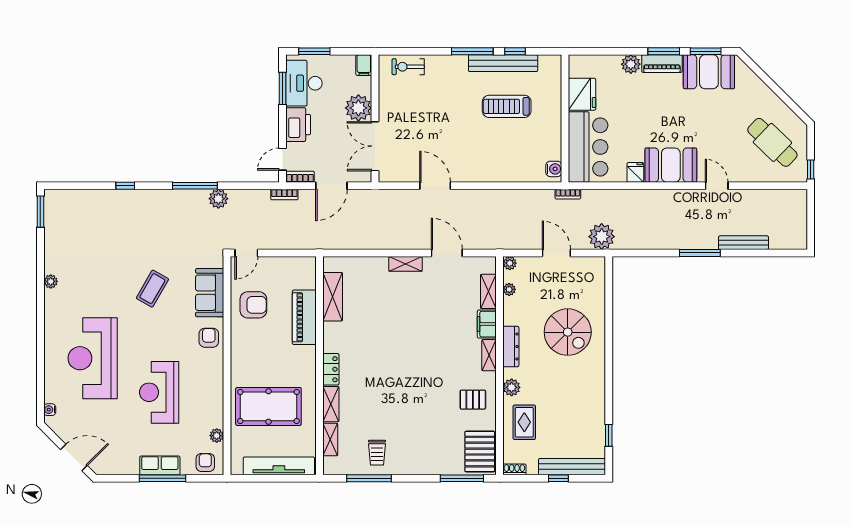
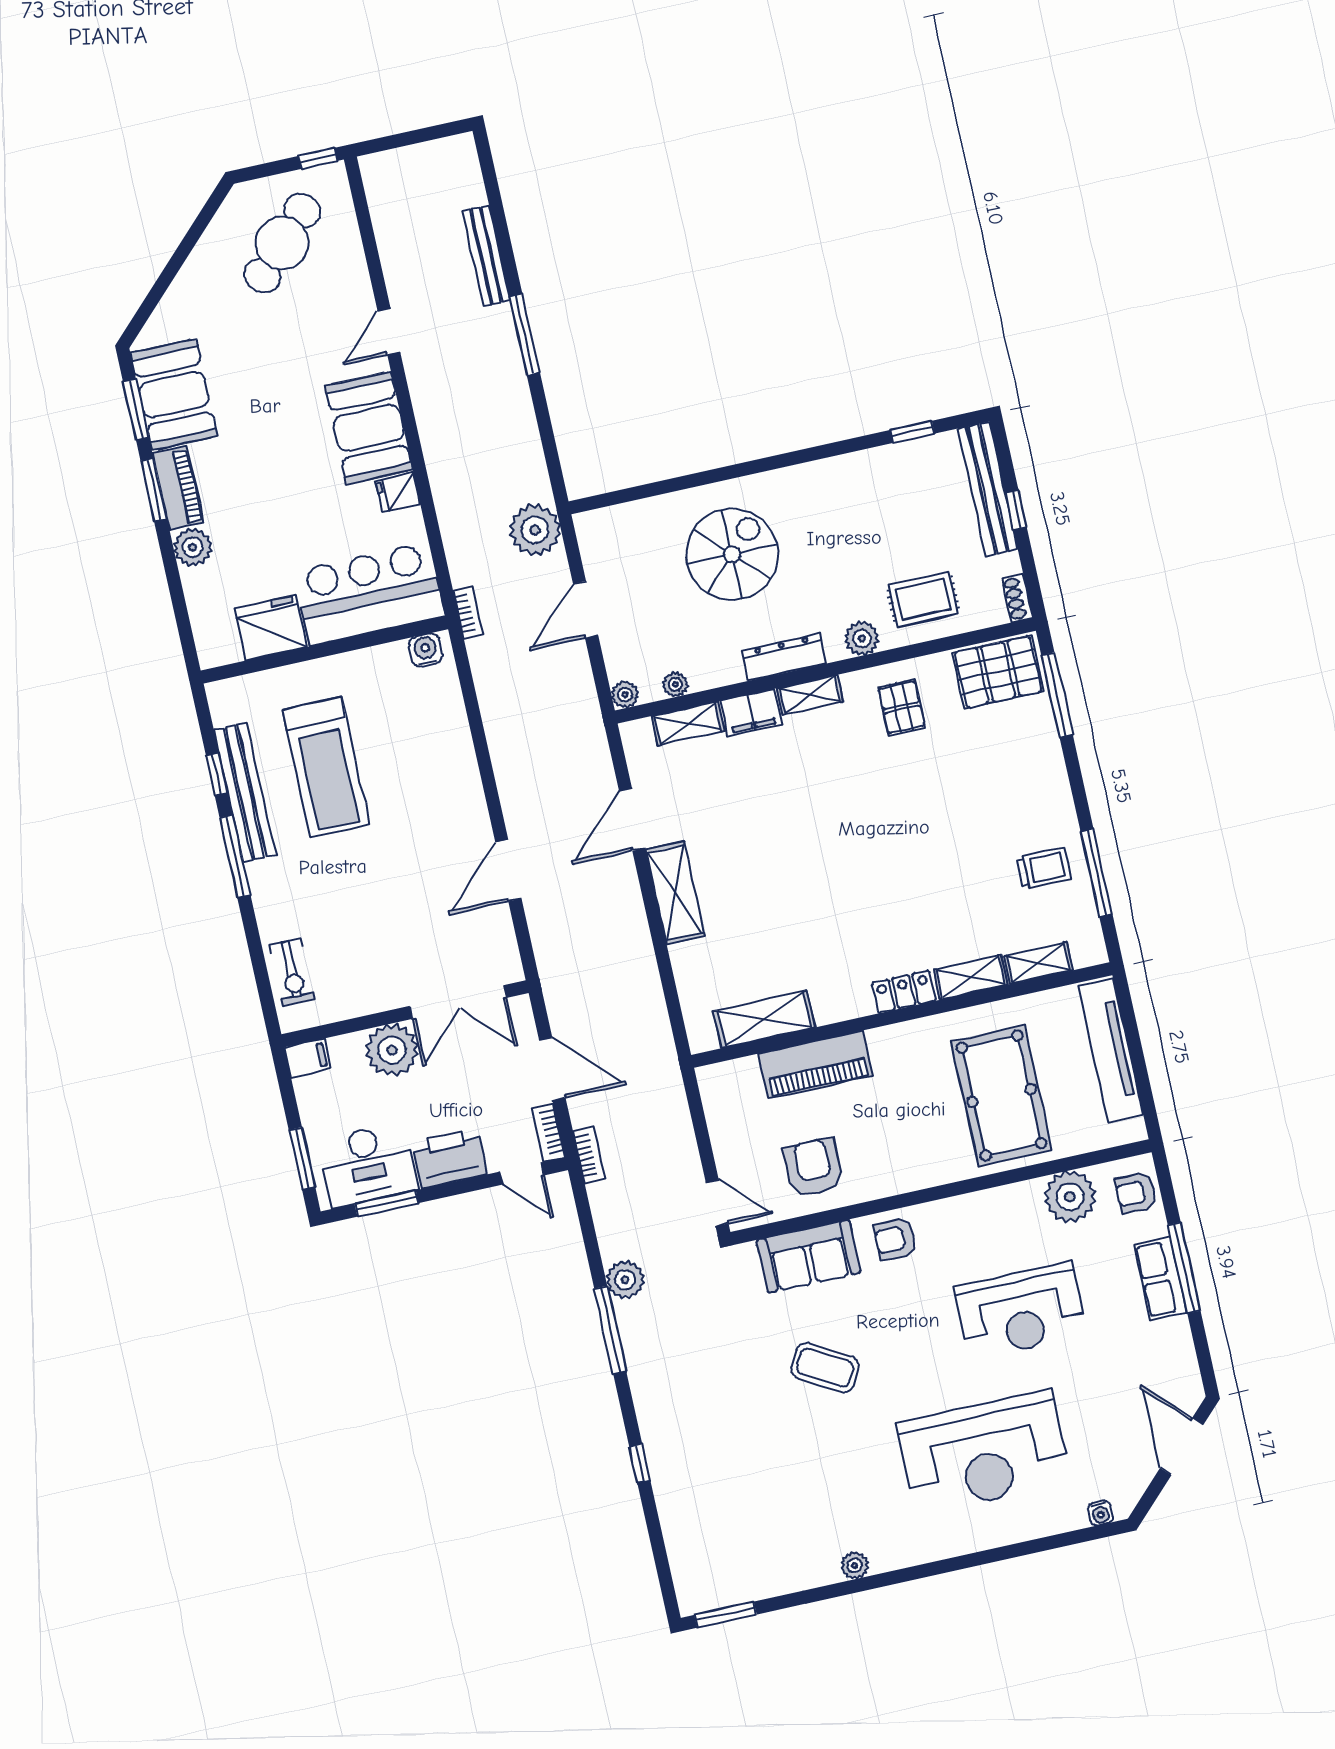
treadmill: (507, 106) -> (326, 767), width x1.37, depth x1.38
shelving: (406, 264) -> (675, 893), width x1.50, depth x1.33
plant: (217, 436) -> (1070, 1197), width x1.88, depth x1.88

